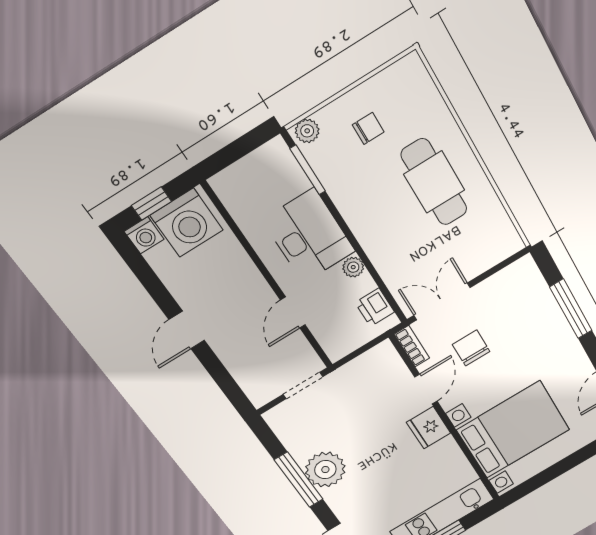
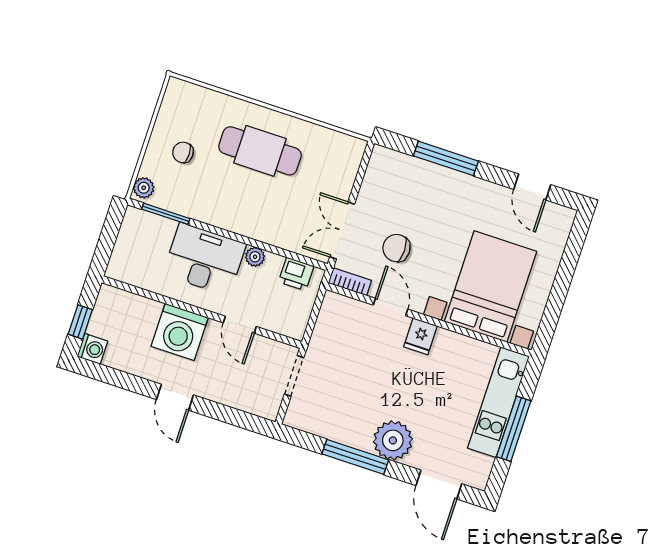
chair: (368, 128) -> (183, 152), turned -90
washing machine: (187, 223) -> (180, 332), moved, turned 90
fridge: (429, 428) -> (421, 336), width x0.72
plant: (325, 470) -> (393, 440), moved

